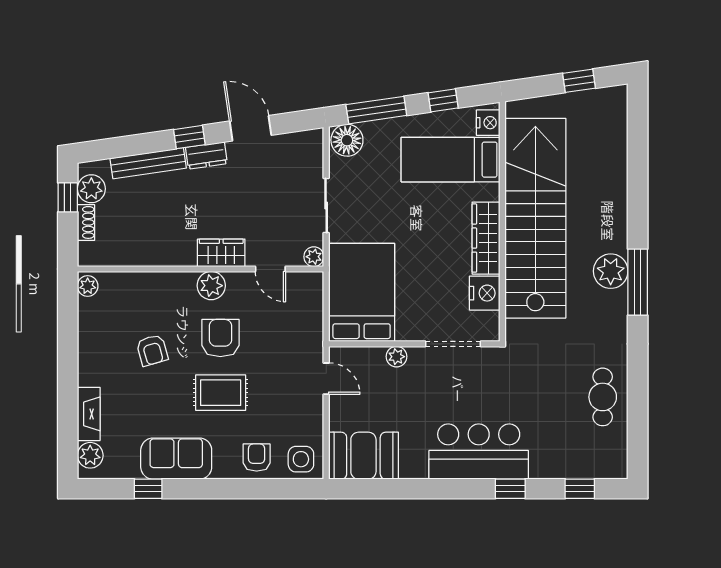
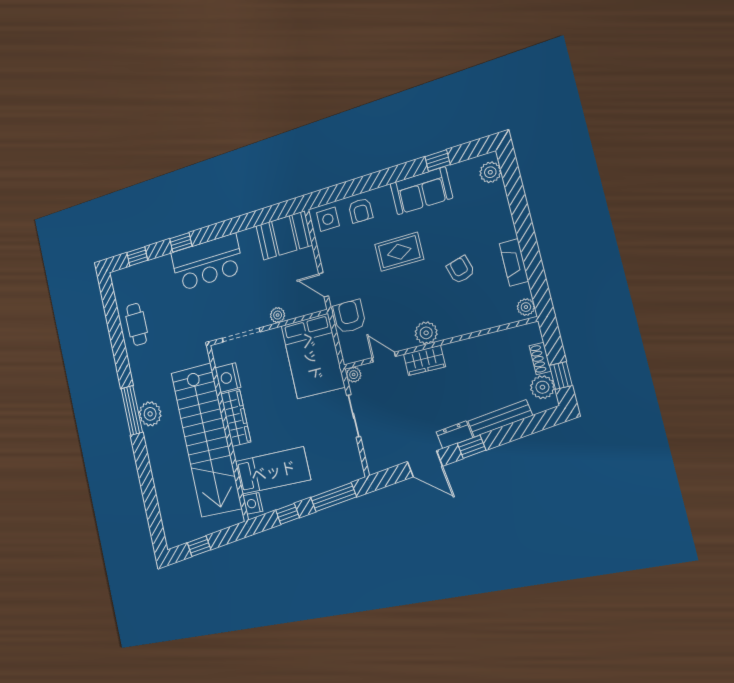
floor lamp: (347, 140) -> (350, 470), removed
armchair: (220, 338) -> (349, 316), moved, turned 180
fireplace: (89, 414) -> (514, 262), moved

